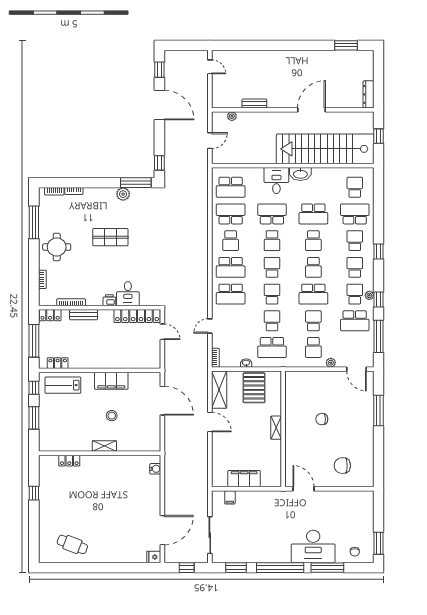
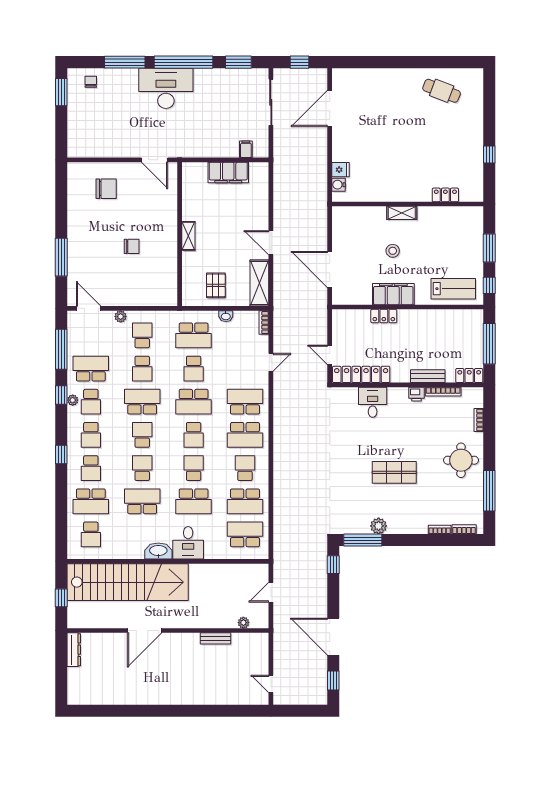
window: (346, 45) -> (102, 711), removed
school desk: (231, 267) -> (245, 435), turned 180
school desk: (272, 294) -> (194, 402), width x1.85
printer: (109, 300) -> (416, 394), moved
school desk: (272, 347) -> (194, 335), turned 180
locker: (58, 363) -> (384, 316), moved
pallet: (254, 388) -> (216, 285), width x0.67, depth x0.71
desk: (313, 546) -> (166, 88), moved
fridge: (154, 557) -> (340, 170), moved

